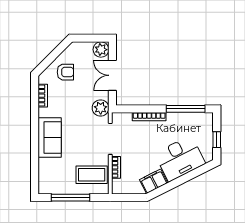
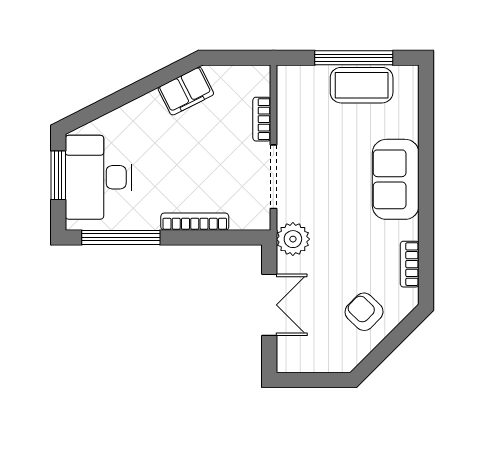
plant: (101, 50) -> (292, 357), removed
armchair: (65, 72) -> (364, 312), turned 44
window: (217, 140) -> (58, 175), width x1.50
desk: (180, 158) -> (98, 177), moved, turned -63
coffee table: (92, 175) -> (362, 85), moved

